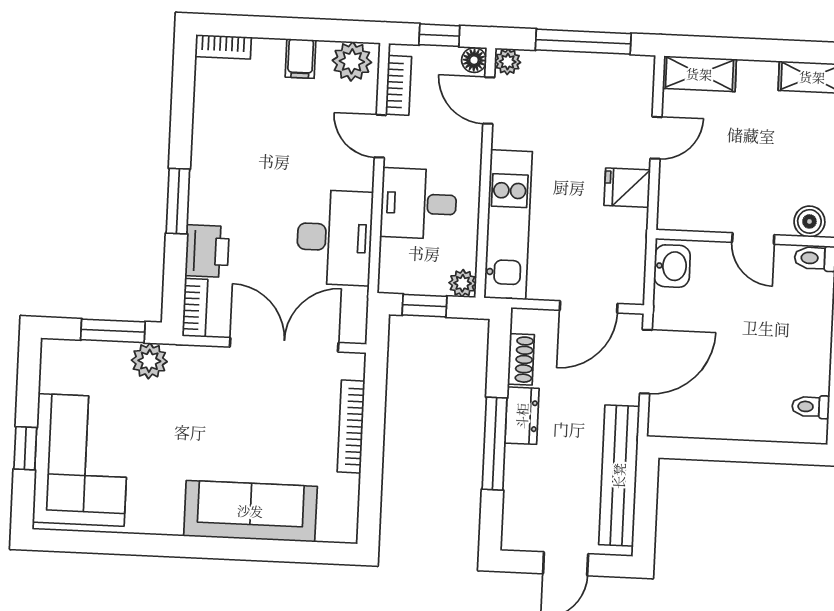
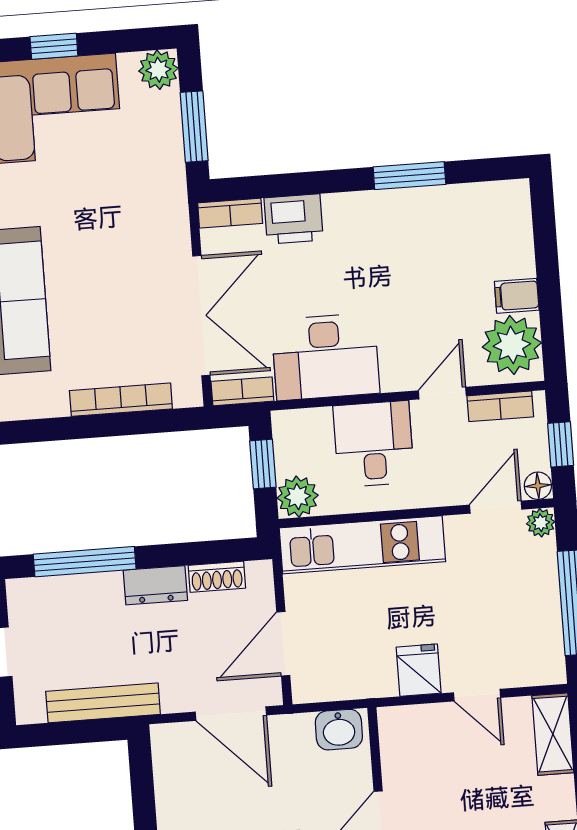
bookcase: (223, 47) -> (242, 391), moved, turned 90
plant: (352, 61) -> (512, 345), width x1.36, depth x1.36
window: (178, 201) -> (409, 176), moved
plant: (463, 283) -> (298, 497), width x1.38, depth x1.38
door: (589, 307) -> (283, 644), hinge flipped
plant: (149, 361) -> (158, 70), moved
window: (495, 444) -> (85, 562), moved
bench: (619, 476) -> (103, 703), width x0.73, depth x0.82

